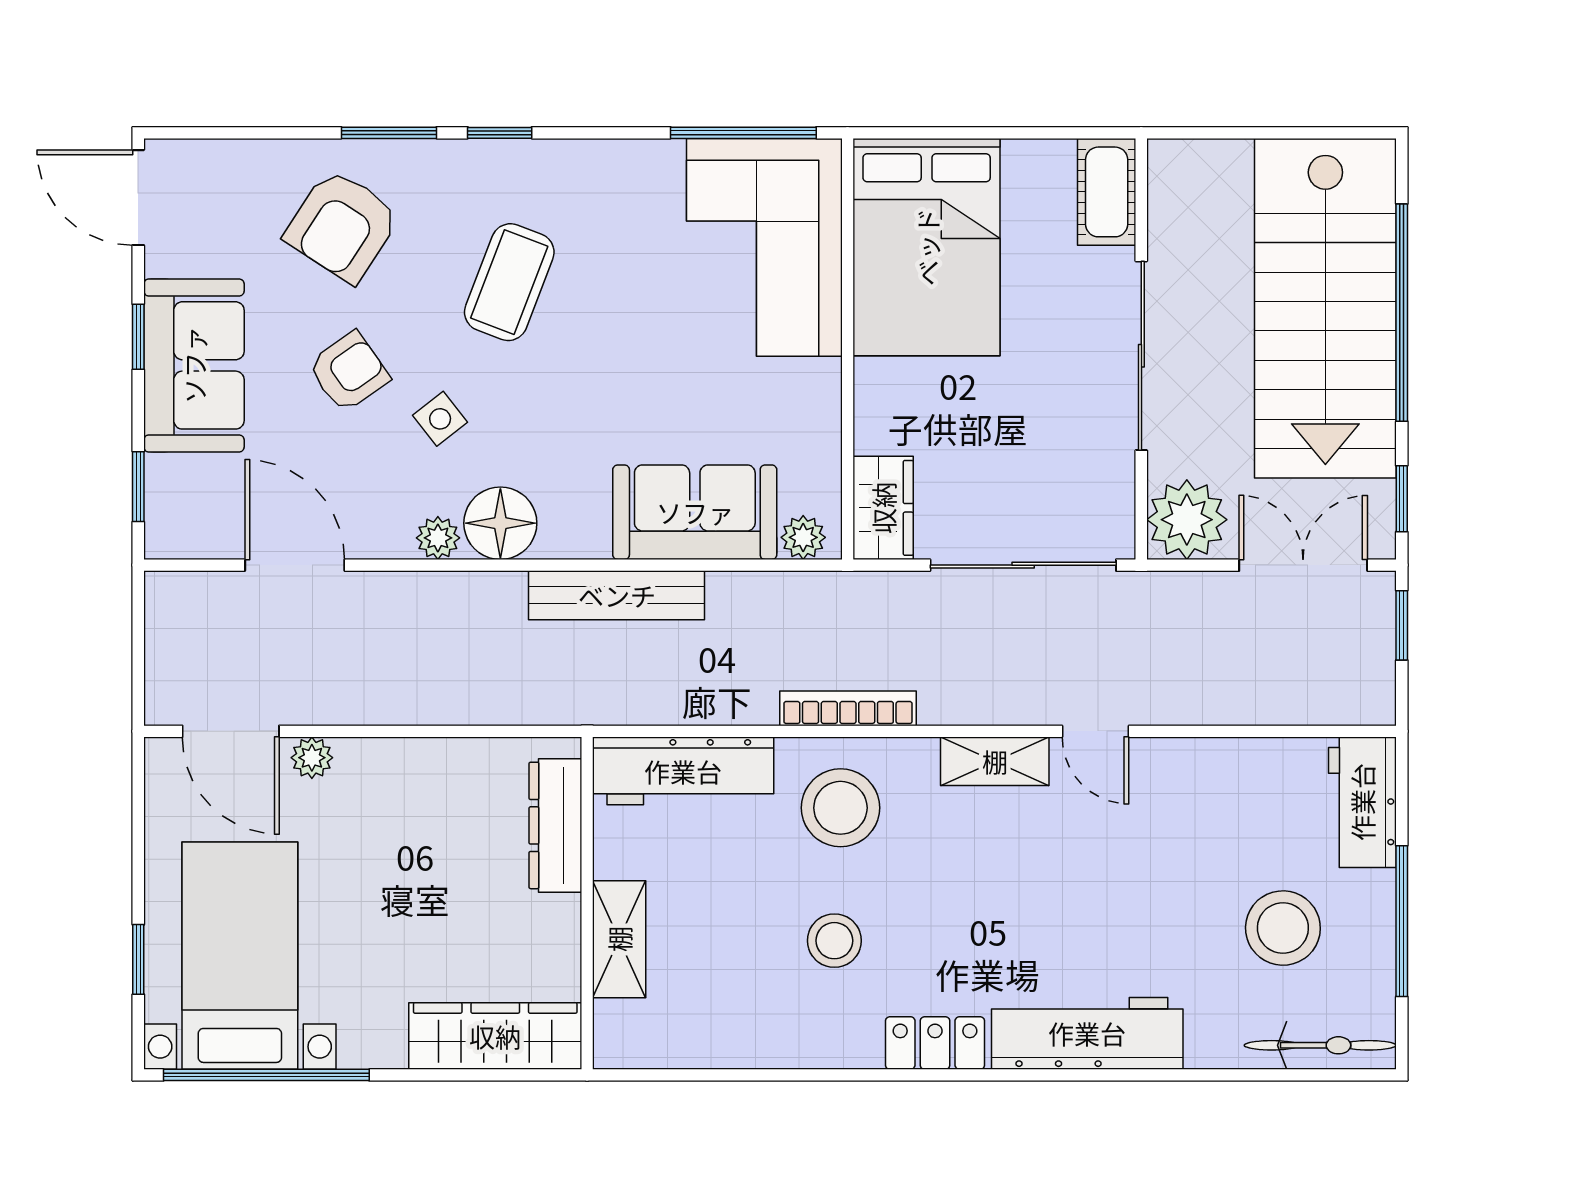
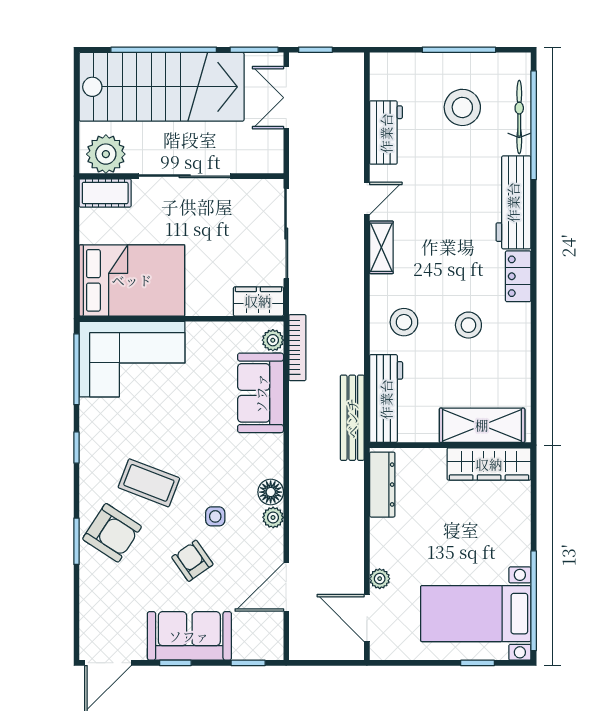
window: (500, 133) -> (76, 448), moved
armchair: (342, 226) -> (112, 533), moved
side table: (440, 419) -> (215, 516), turned 38
window: (1402, 499) -> (254, 50), width x1.50
plant: (1187, 520) -> (106, 154), moved
floor lamp: (500, 523) -> (271, 492), width x0.73, depth x0.73
bench: (617, 595) -> (352, 418), moved
bookcase: (848, 708) -> (297, 348), moved, turned 180
door: (231, 731) -> (367, 618), swing flipped
workbench: (1362, 802) -> (386, 133), moved, turned -90
stool: (840, 808) -> (404, 322), width x0.73, depth x0.73
dresser: (555, 825) -> (382, 485), moved, turned -90
shelving: (619, 939) -> (482, 425), width x1.50, depth x1.33
wardrobe: (495, 1036) -> (489, 464), moved, turned -90
bicycle: (1320, 1045) -> (519, 117), moved
window: (1246, 1075) -> (534, 125), added

